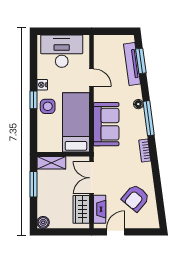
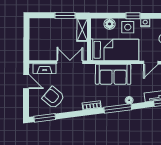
floor lamp: (44, 129) -> (110, 24), added
wardrobe: (81, 209) -> (44, 54), removed
window: (161, 209) -> (45, 118), added
boiler: (43, 222) -> (34, 23), removed

